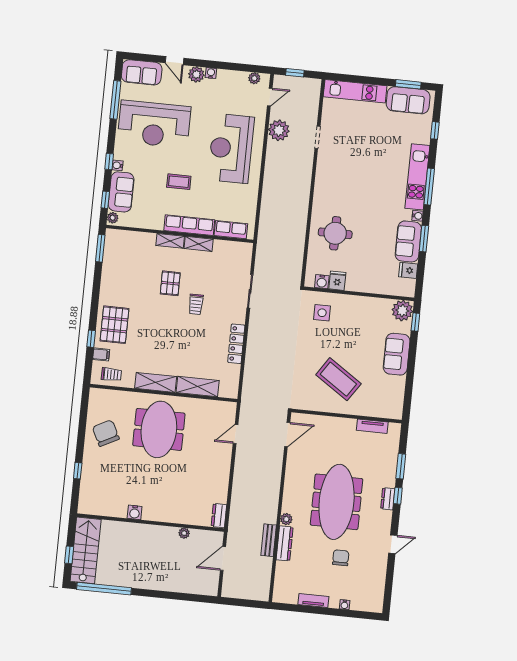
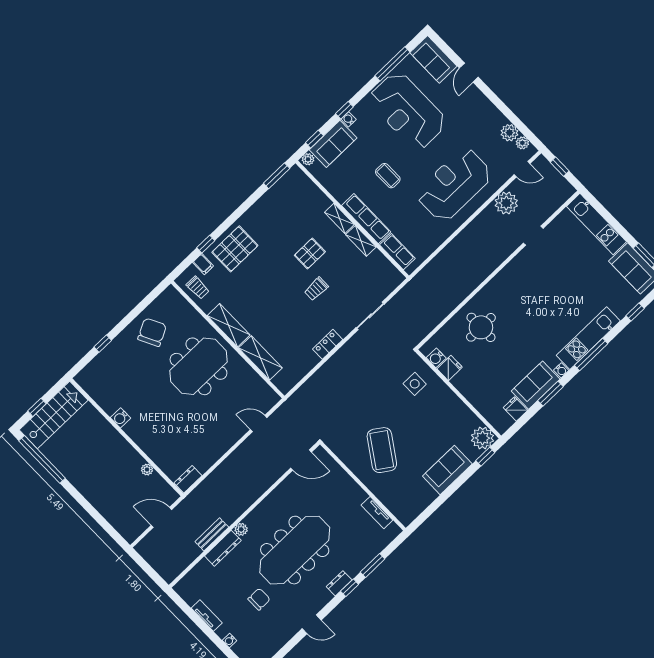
water cooler: (211, 73) -> (490, 108), removed
plant: (196, 74) -> (509, 133), moved
locker: (236, 344) -> (328, 344), width x0.66

